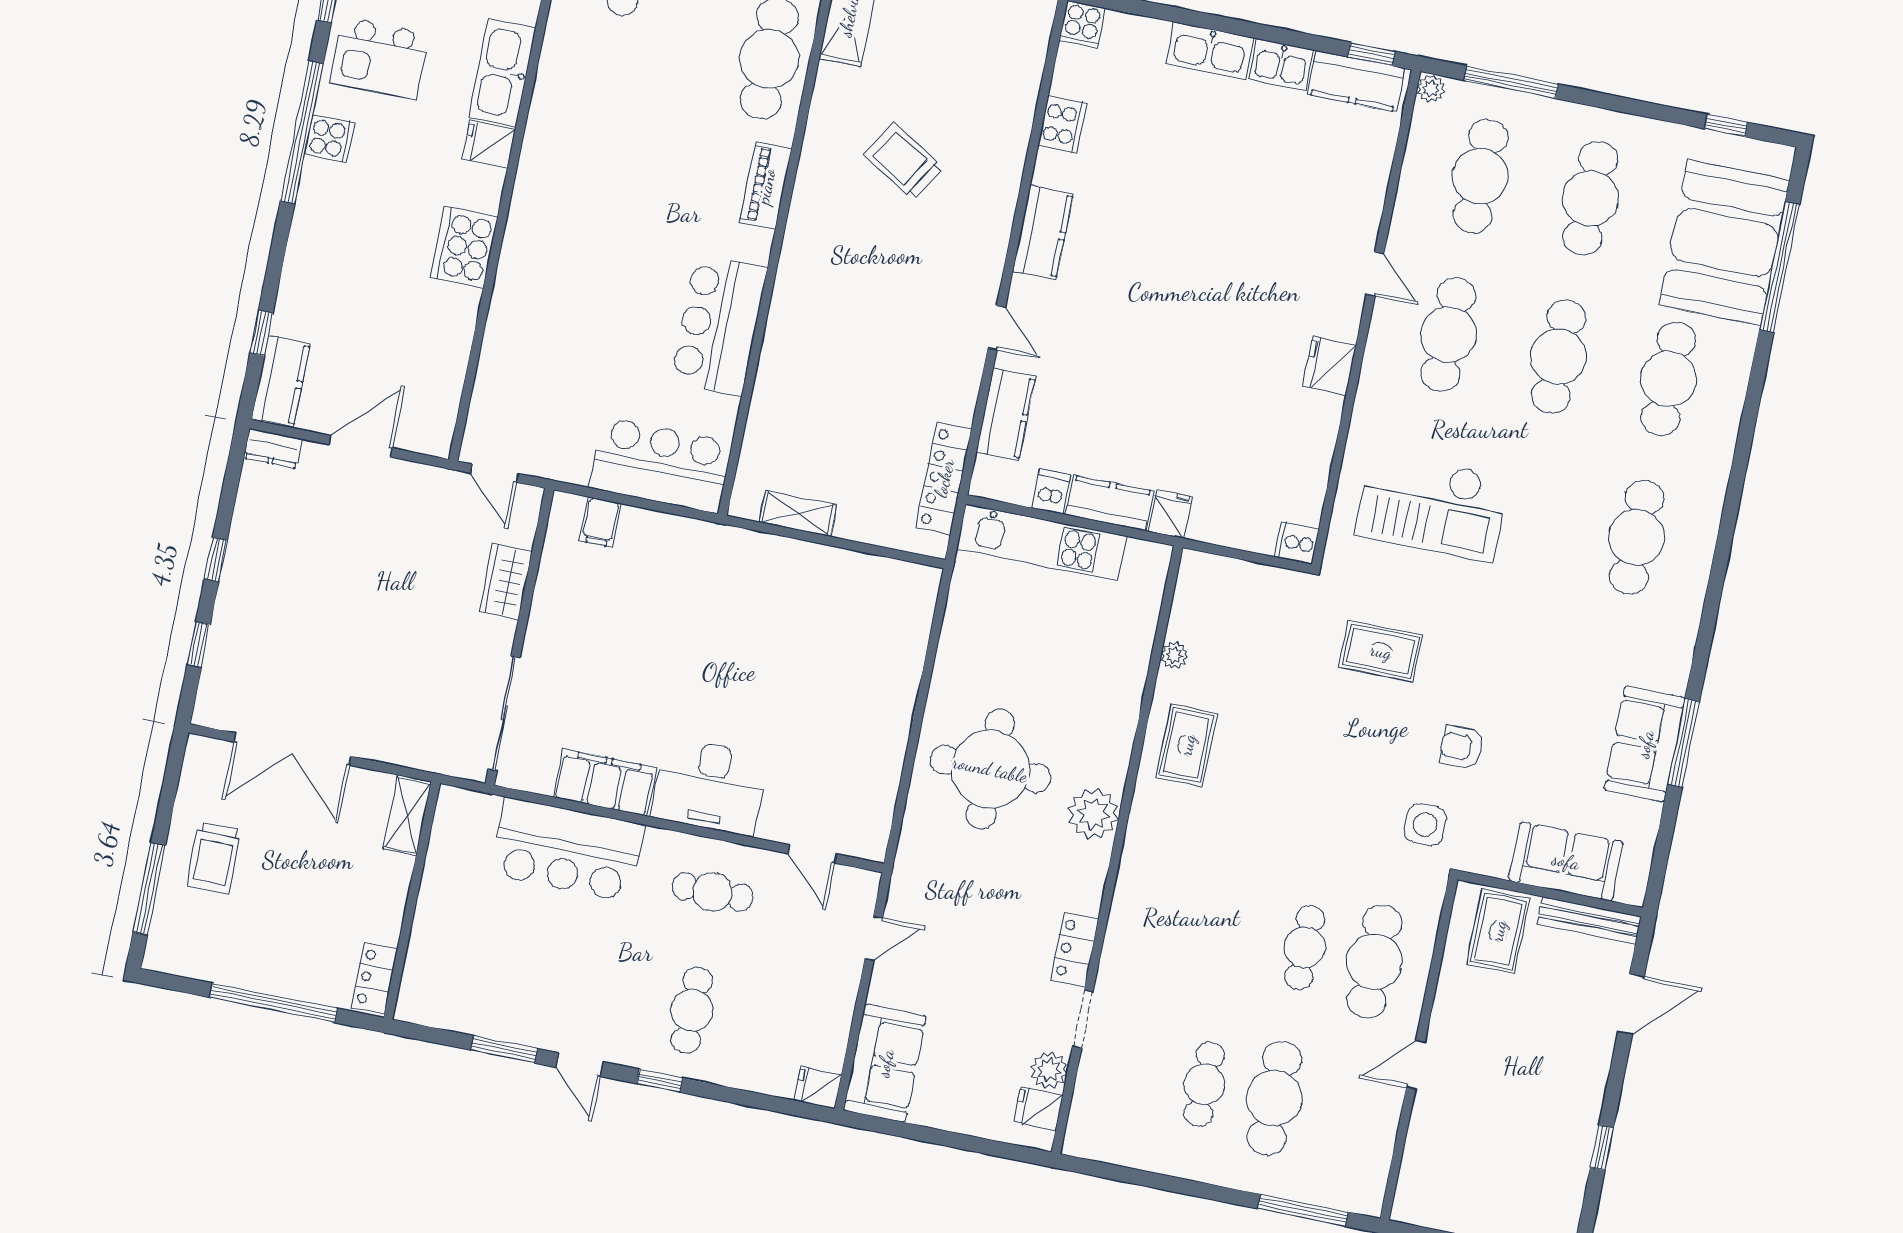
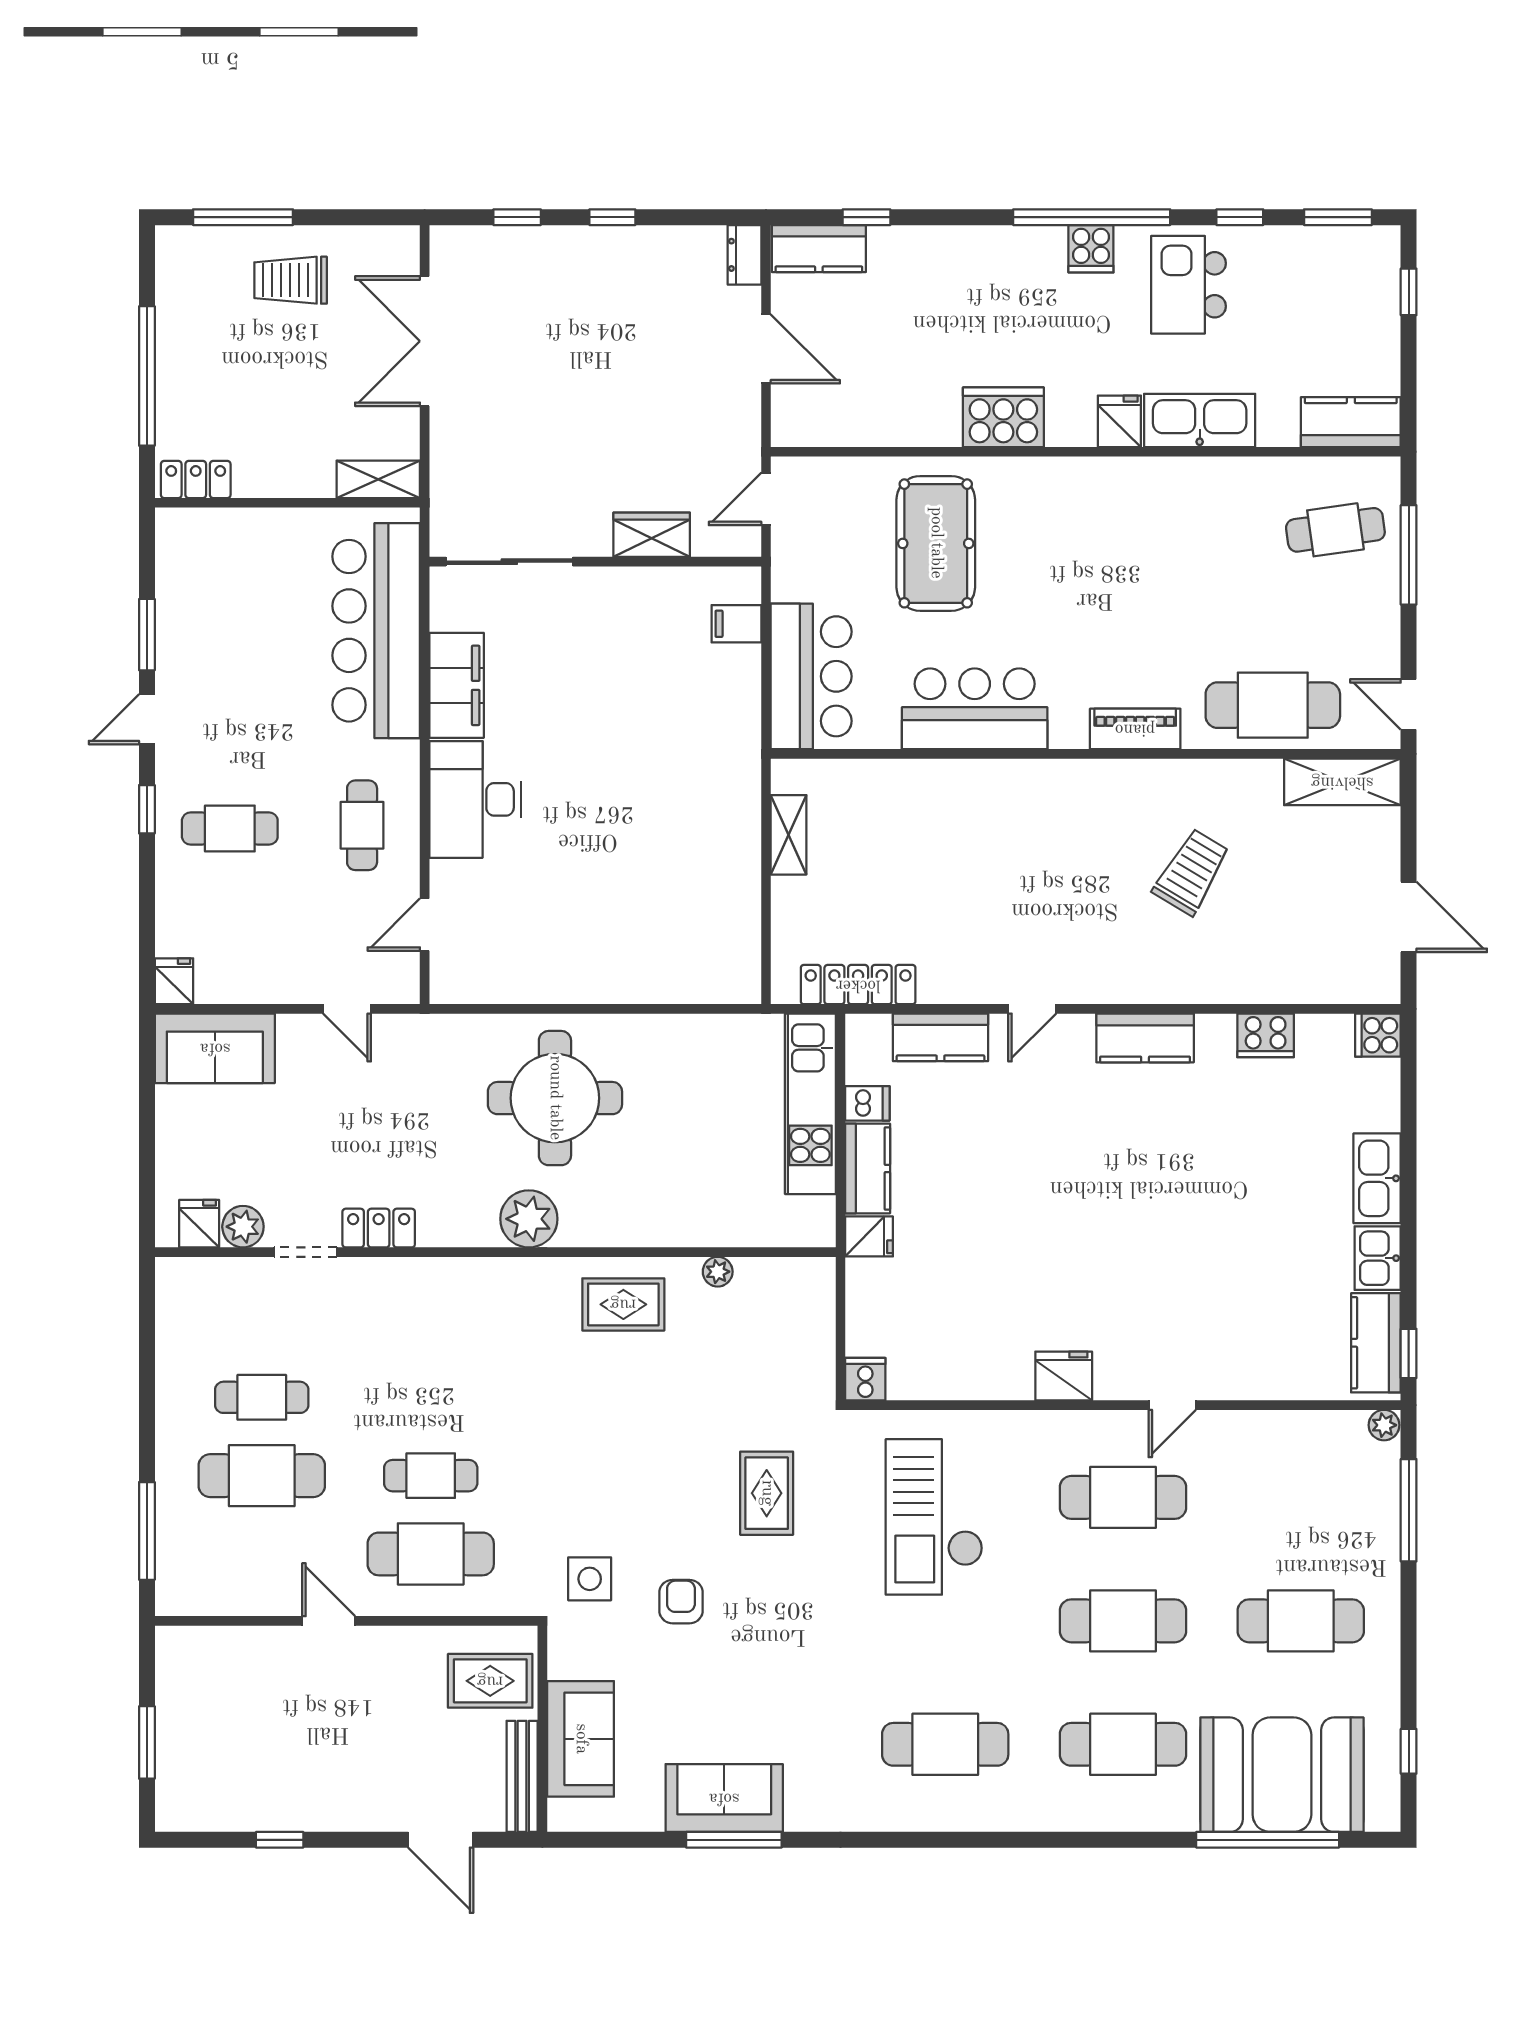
cafe table: (1480, 176) -> (1301, 1497), removed
pool table: (565, 330) -> (936, 543), added
bar counter: (567, 850) -> (376, 631), width x1.36

